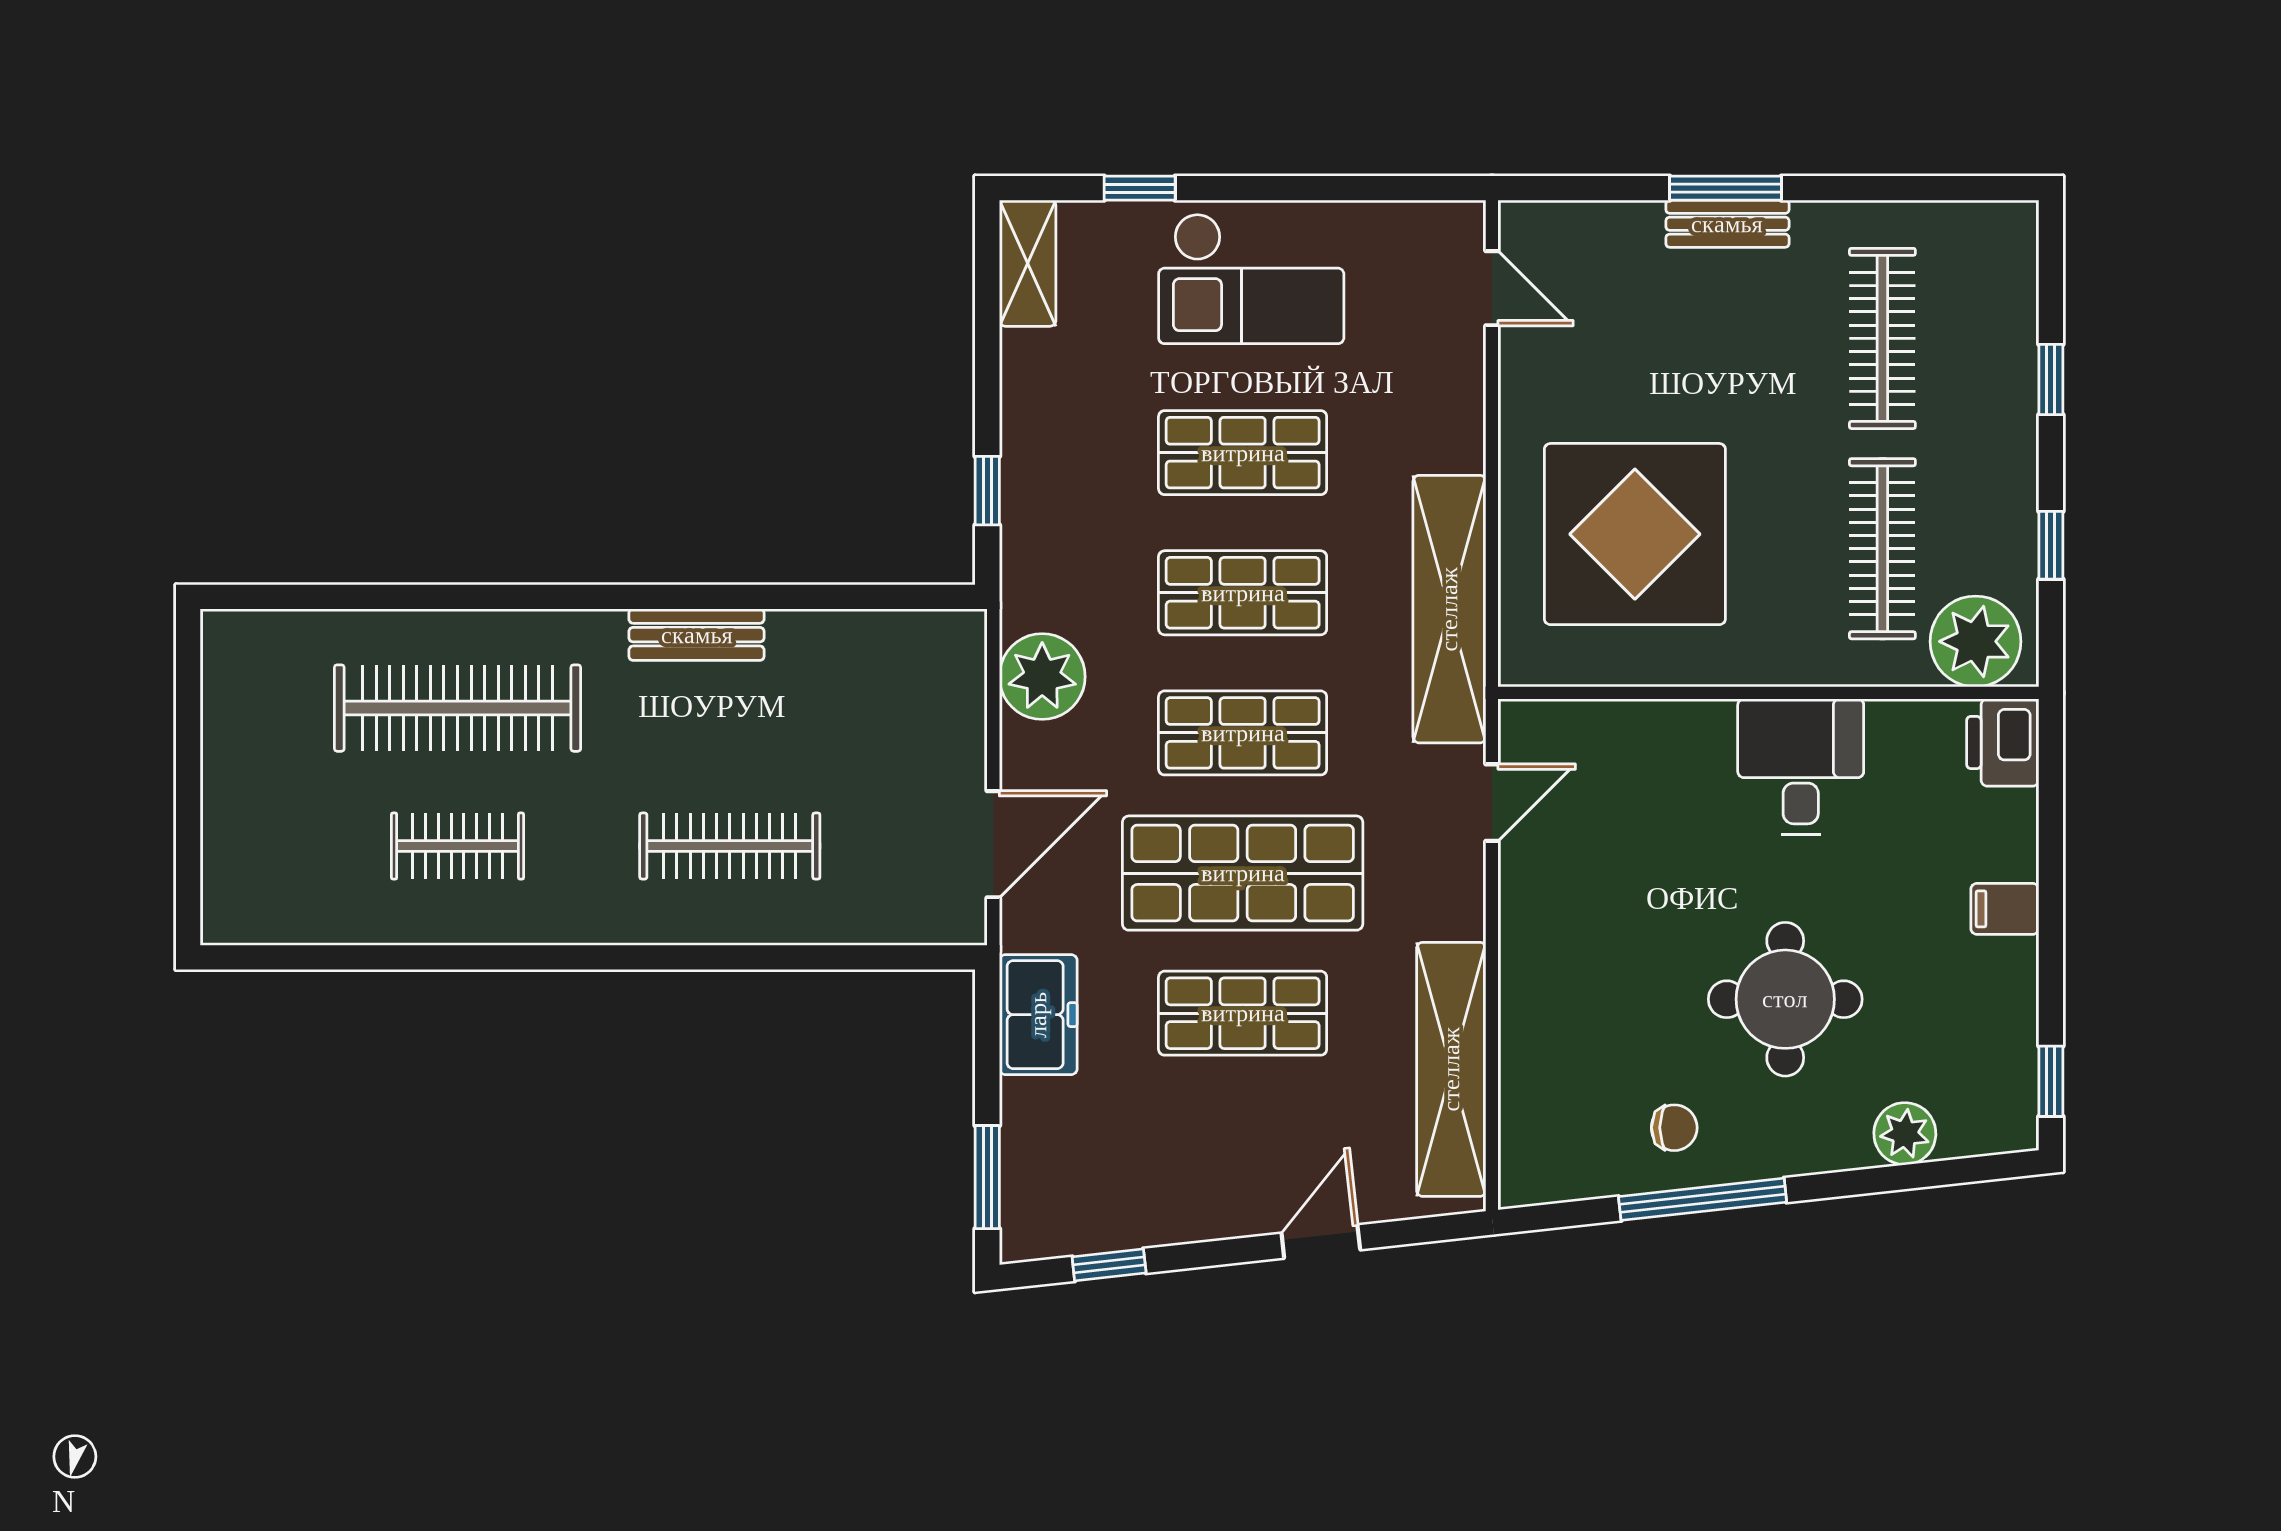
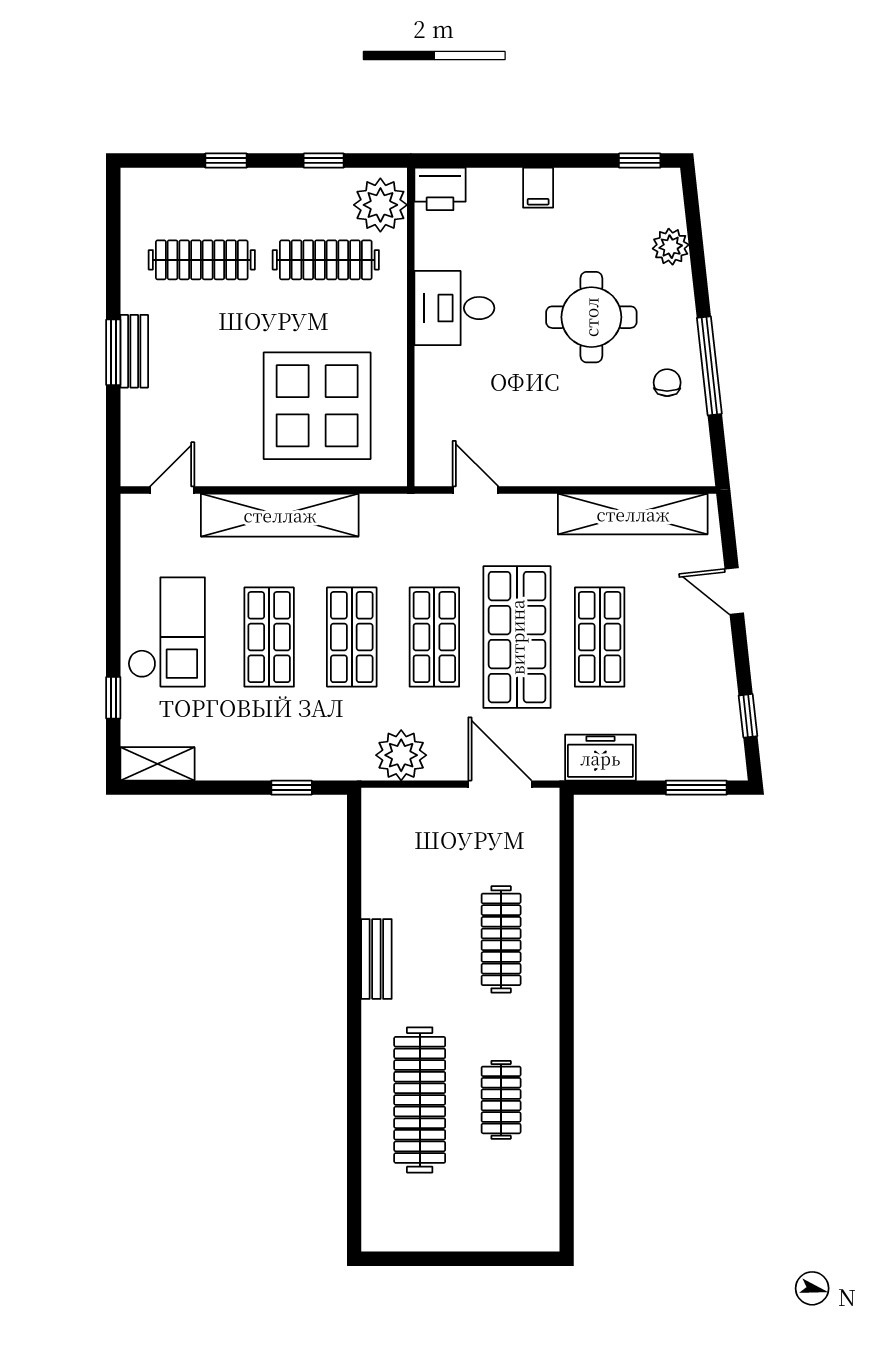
shelving: (1449, 609) -> (280, 515), moved

